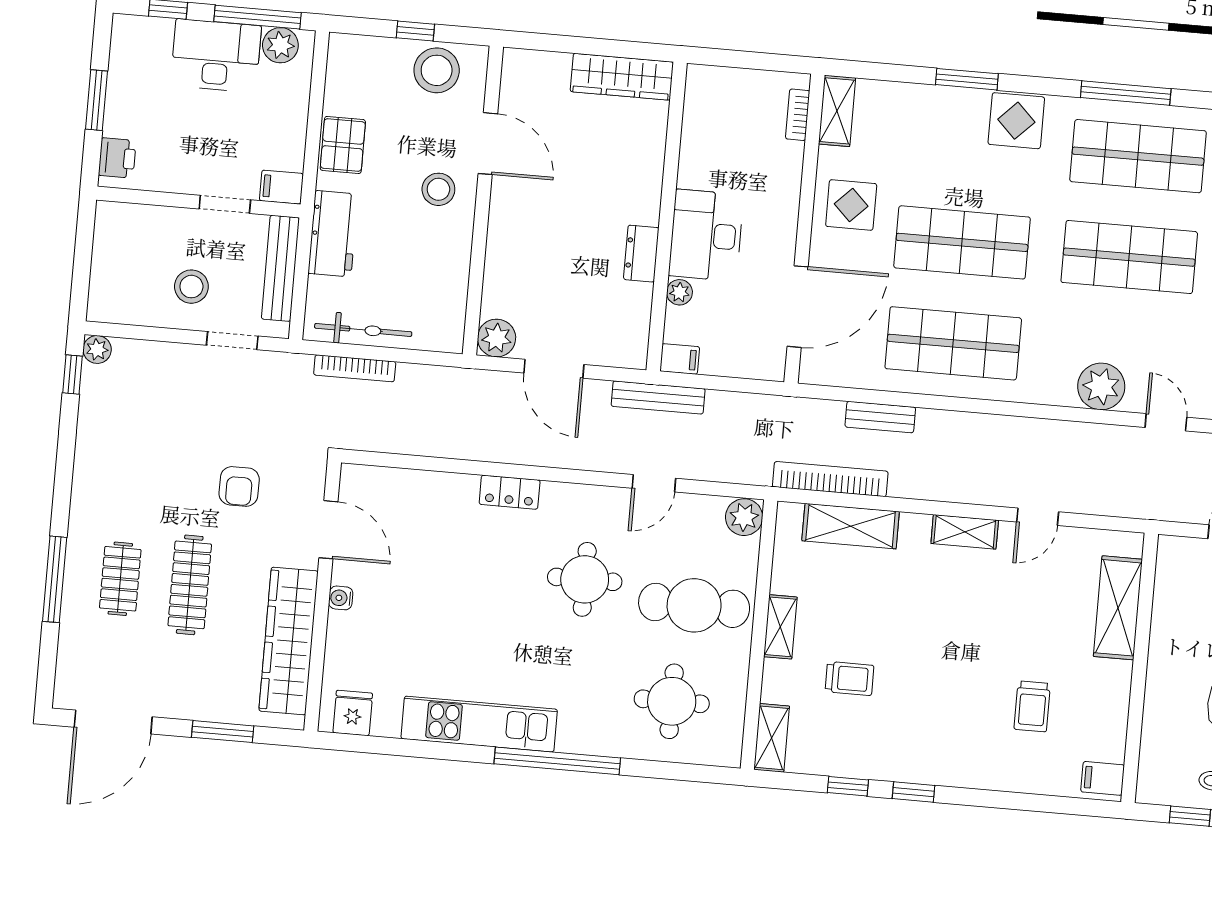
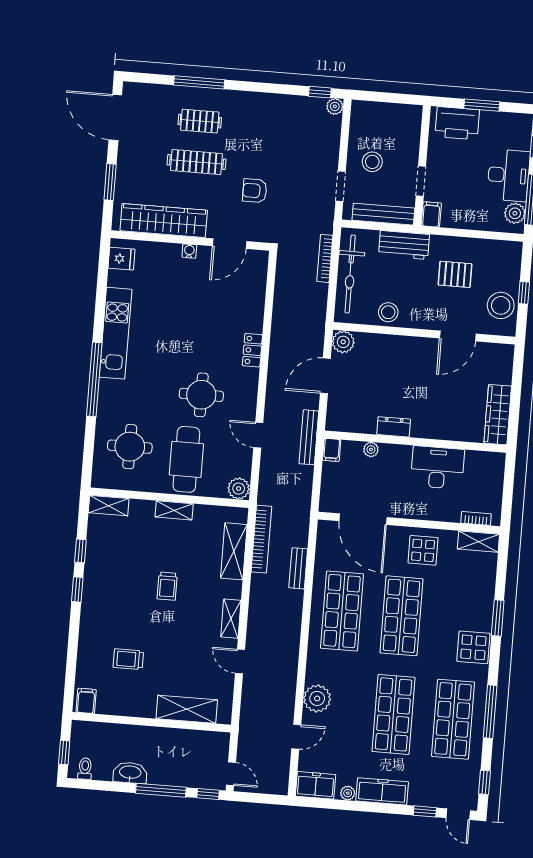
pallet: (343, 145) -> (455, 274), moved
printer: (117, 158) -> (457, 123), width x1.87, depth x1.48
stool: (438, 189) -> (388, 312), moved
desk: (706, 235) -> (437, 468), moved
bicycle: (363, 330) -> (350, 274), width x1.37, depth x1.40
trolley: (849, 679) -> (167, 586), moved

